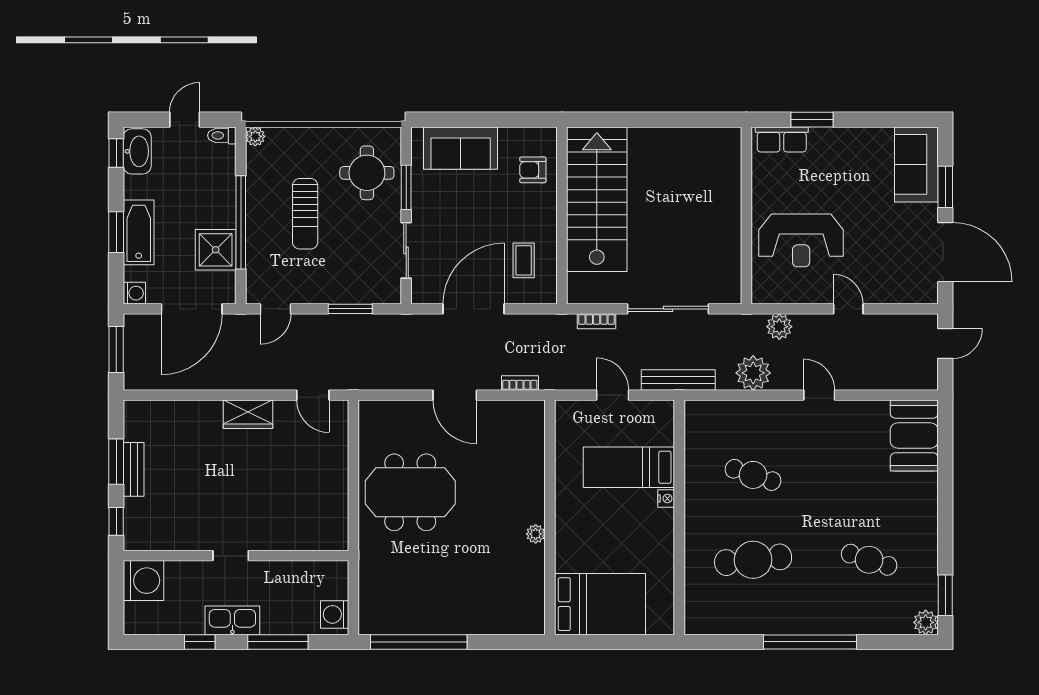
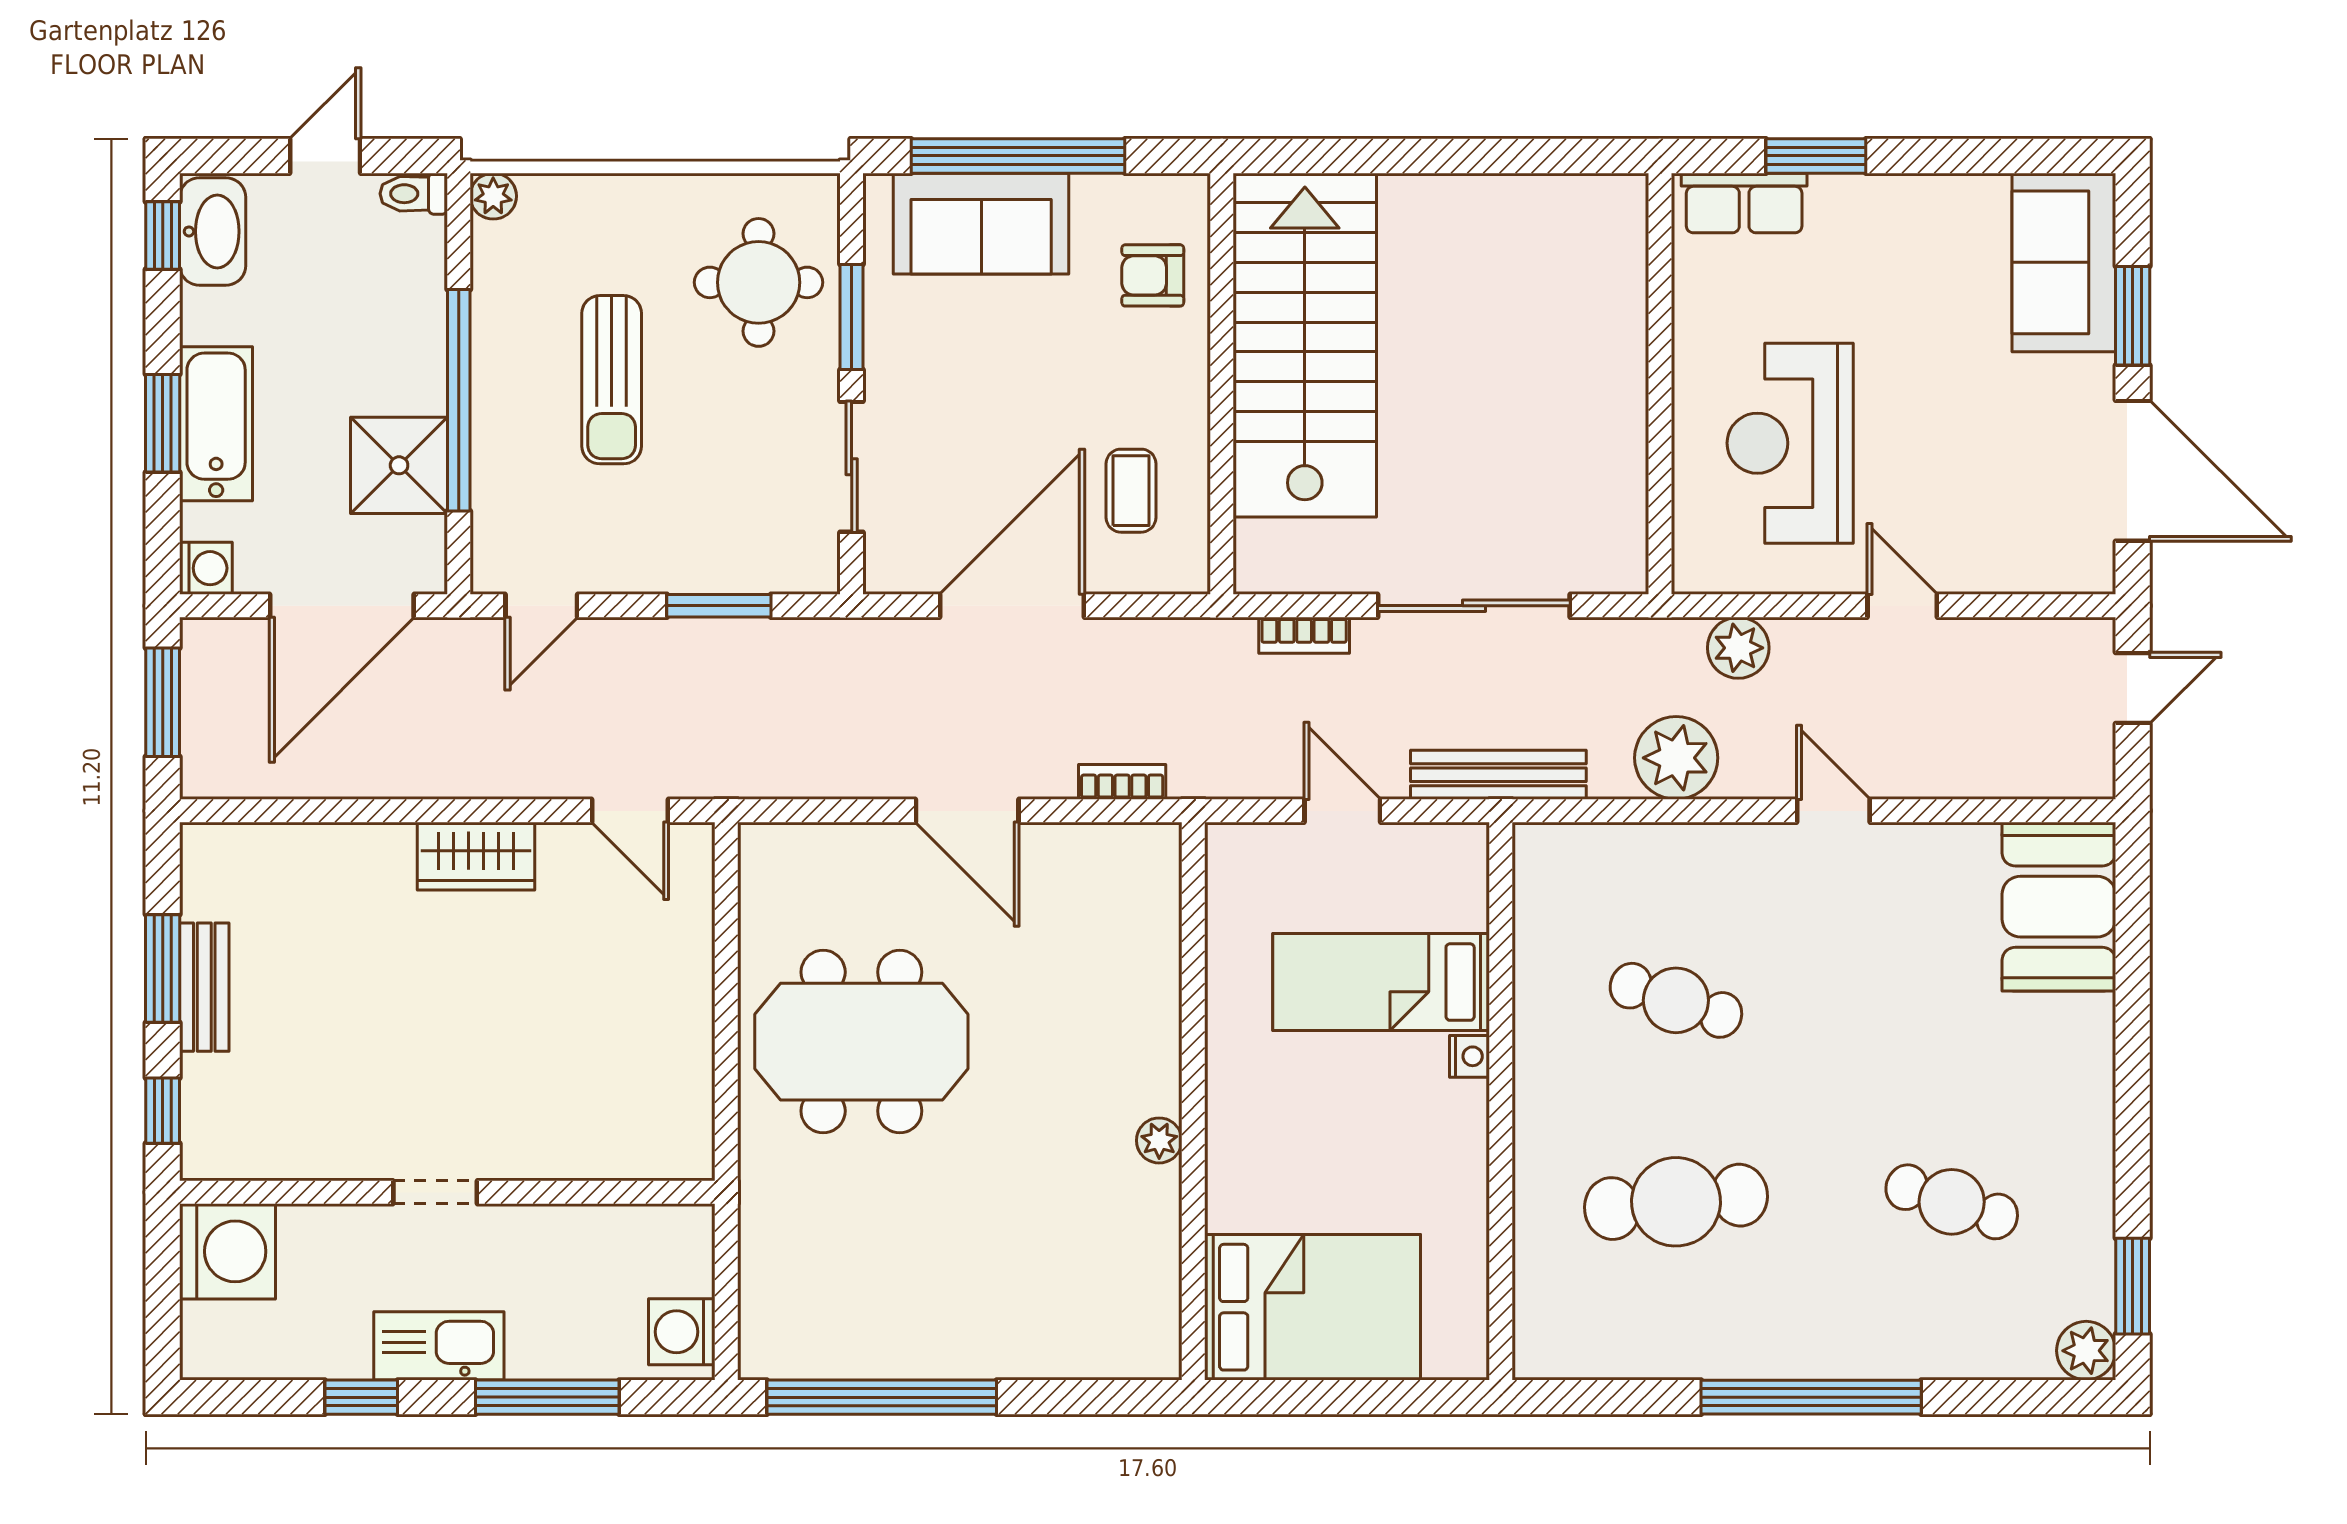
window: (476, 120) -> (1018, 156), added
reception desk: (801, 240) -> (1790, 443), turned 90

